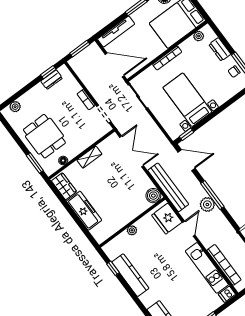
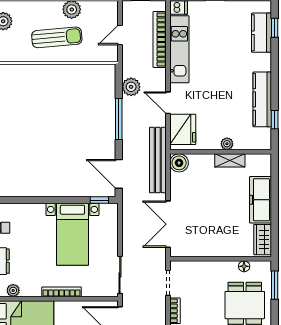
shelving: (89, 157) -> (230, 160), moved
plant: (207, 204) -> (131, 87), moved
door: (189, 229) -> (168, 103), hinge flipped

